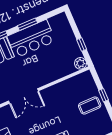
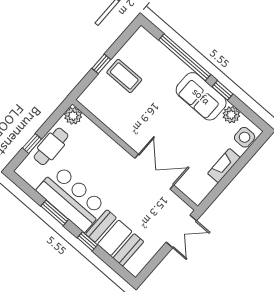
cafe table: (68, 41) -> (51, 146), added
window: (82, 45) -> (32, 143), moved

